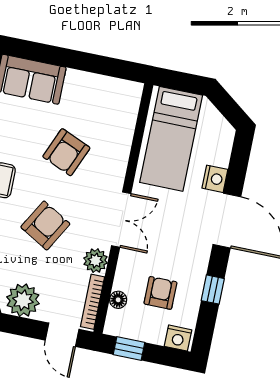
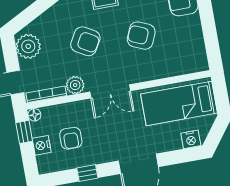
nightstand: (215, 179) -> (191, 139), moved
armchair: (160, 293) -> (71, 138), turned 90
floor lamp: (118, 300) -> (34, 115), moved
nightstand: (178, 338) -> (42, 145), moved

